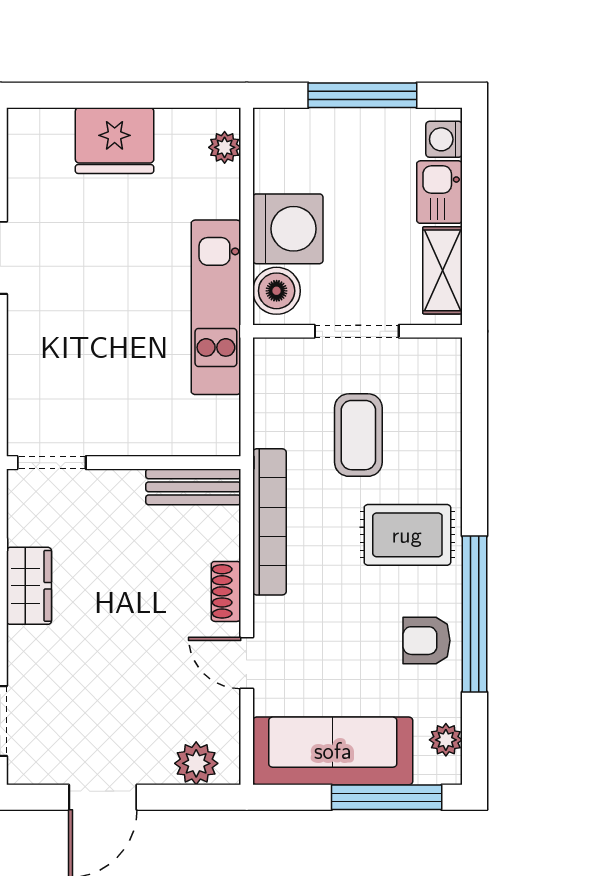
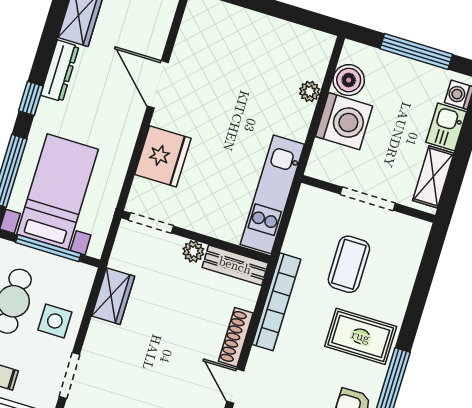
fridge: (115, 141) -> (163, 156), moved, turned -90
plant: (225, 147) -> (310, 91), moved
boiler: (277, 291) -> (349, 80), moved
kitchen unit: (216, 307) -> (272, 194), moved
plant: (126, 485) -> (193, 251), added
shoe rack: (226, 591) -> (236, 337), width x1.43

